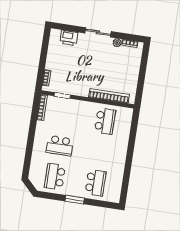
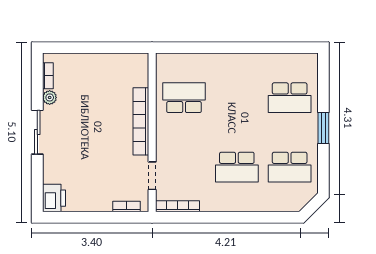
printer: (69, 38) -> (54, 198), moved
bookcase: (109, 96) -> (141, 121), moved
school desk: (60, 146) -> (237, 167), turned 90
school desk: (95, 183) -> (290, 98), turned 180

